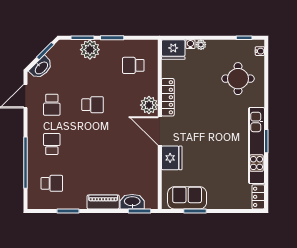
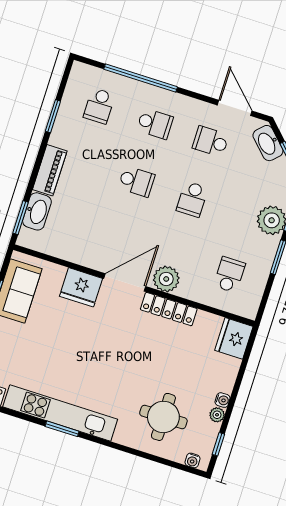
water cooler: (190, 44) -> (222, 400), moved
plant: (201, 45) -> (217, 415), moved
school desk: (93, 144) -> (136, 181), added

